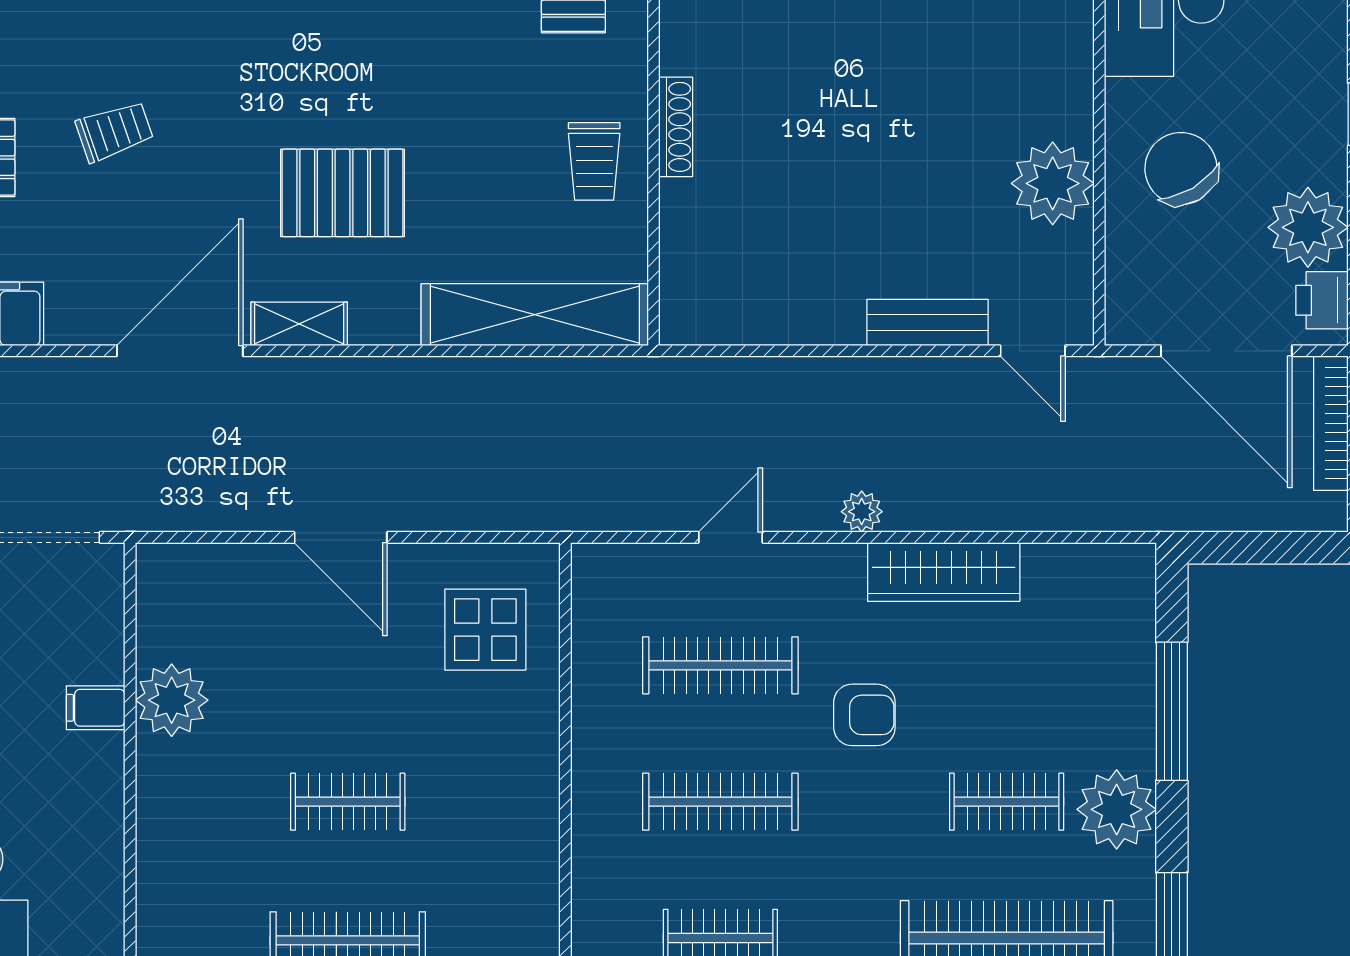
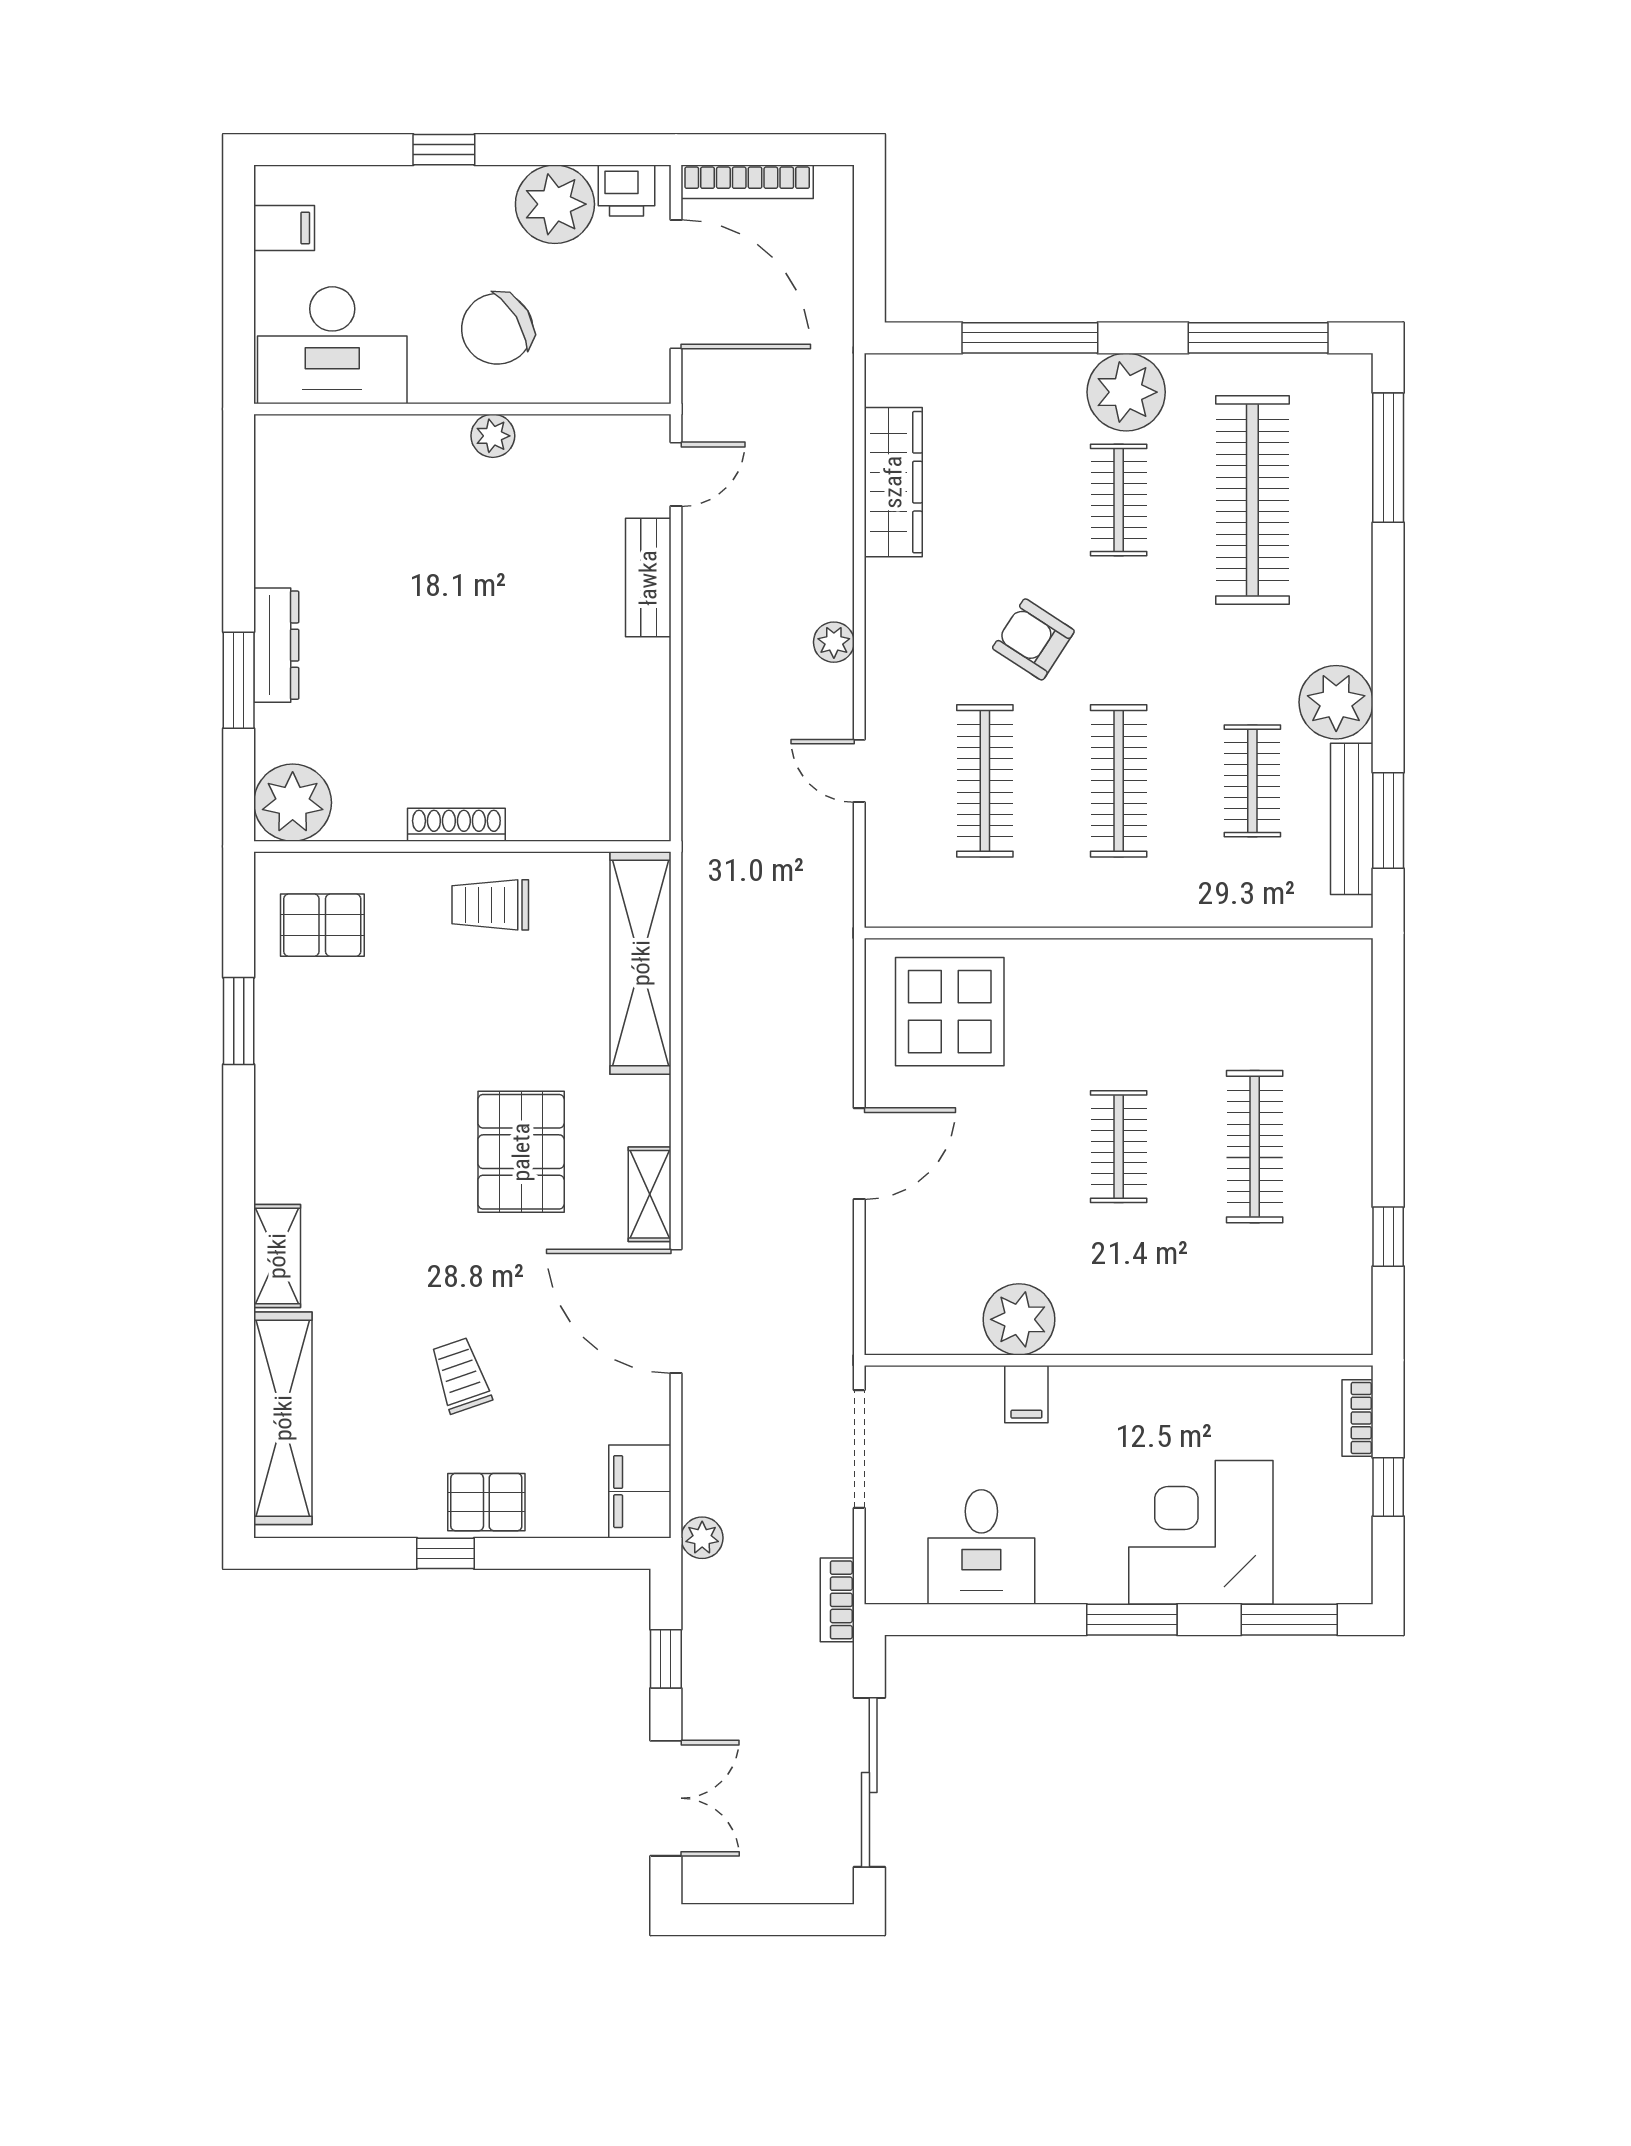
trolley: (594, 161) -> (490, 905), turned 180
plant: (1053, 183) -> (493, 436), width x0.53, depth x0.53
door: (1226, 351) -> (676, 284), hinge flipped
wardrobe: (944, 572) -> (893, 482), moved
display table: (485, 630) -> (950, 1012), width x1.36, depth x1.36
armchair: (864, 715) -> (1033, 639), turned -57

